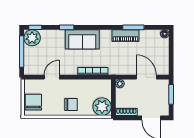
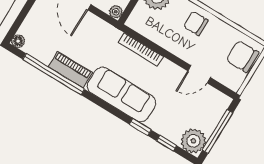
window: (35, 27) -> (167, 143), moved
window: (133, 27) -> (54, 74), width x2.11
sofa: (82, 39) -> (122, 94), width x1.36
chair: (33, 102) -> (243, 56), turned 90

